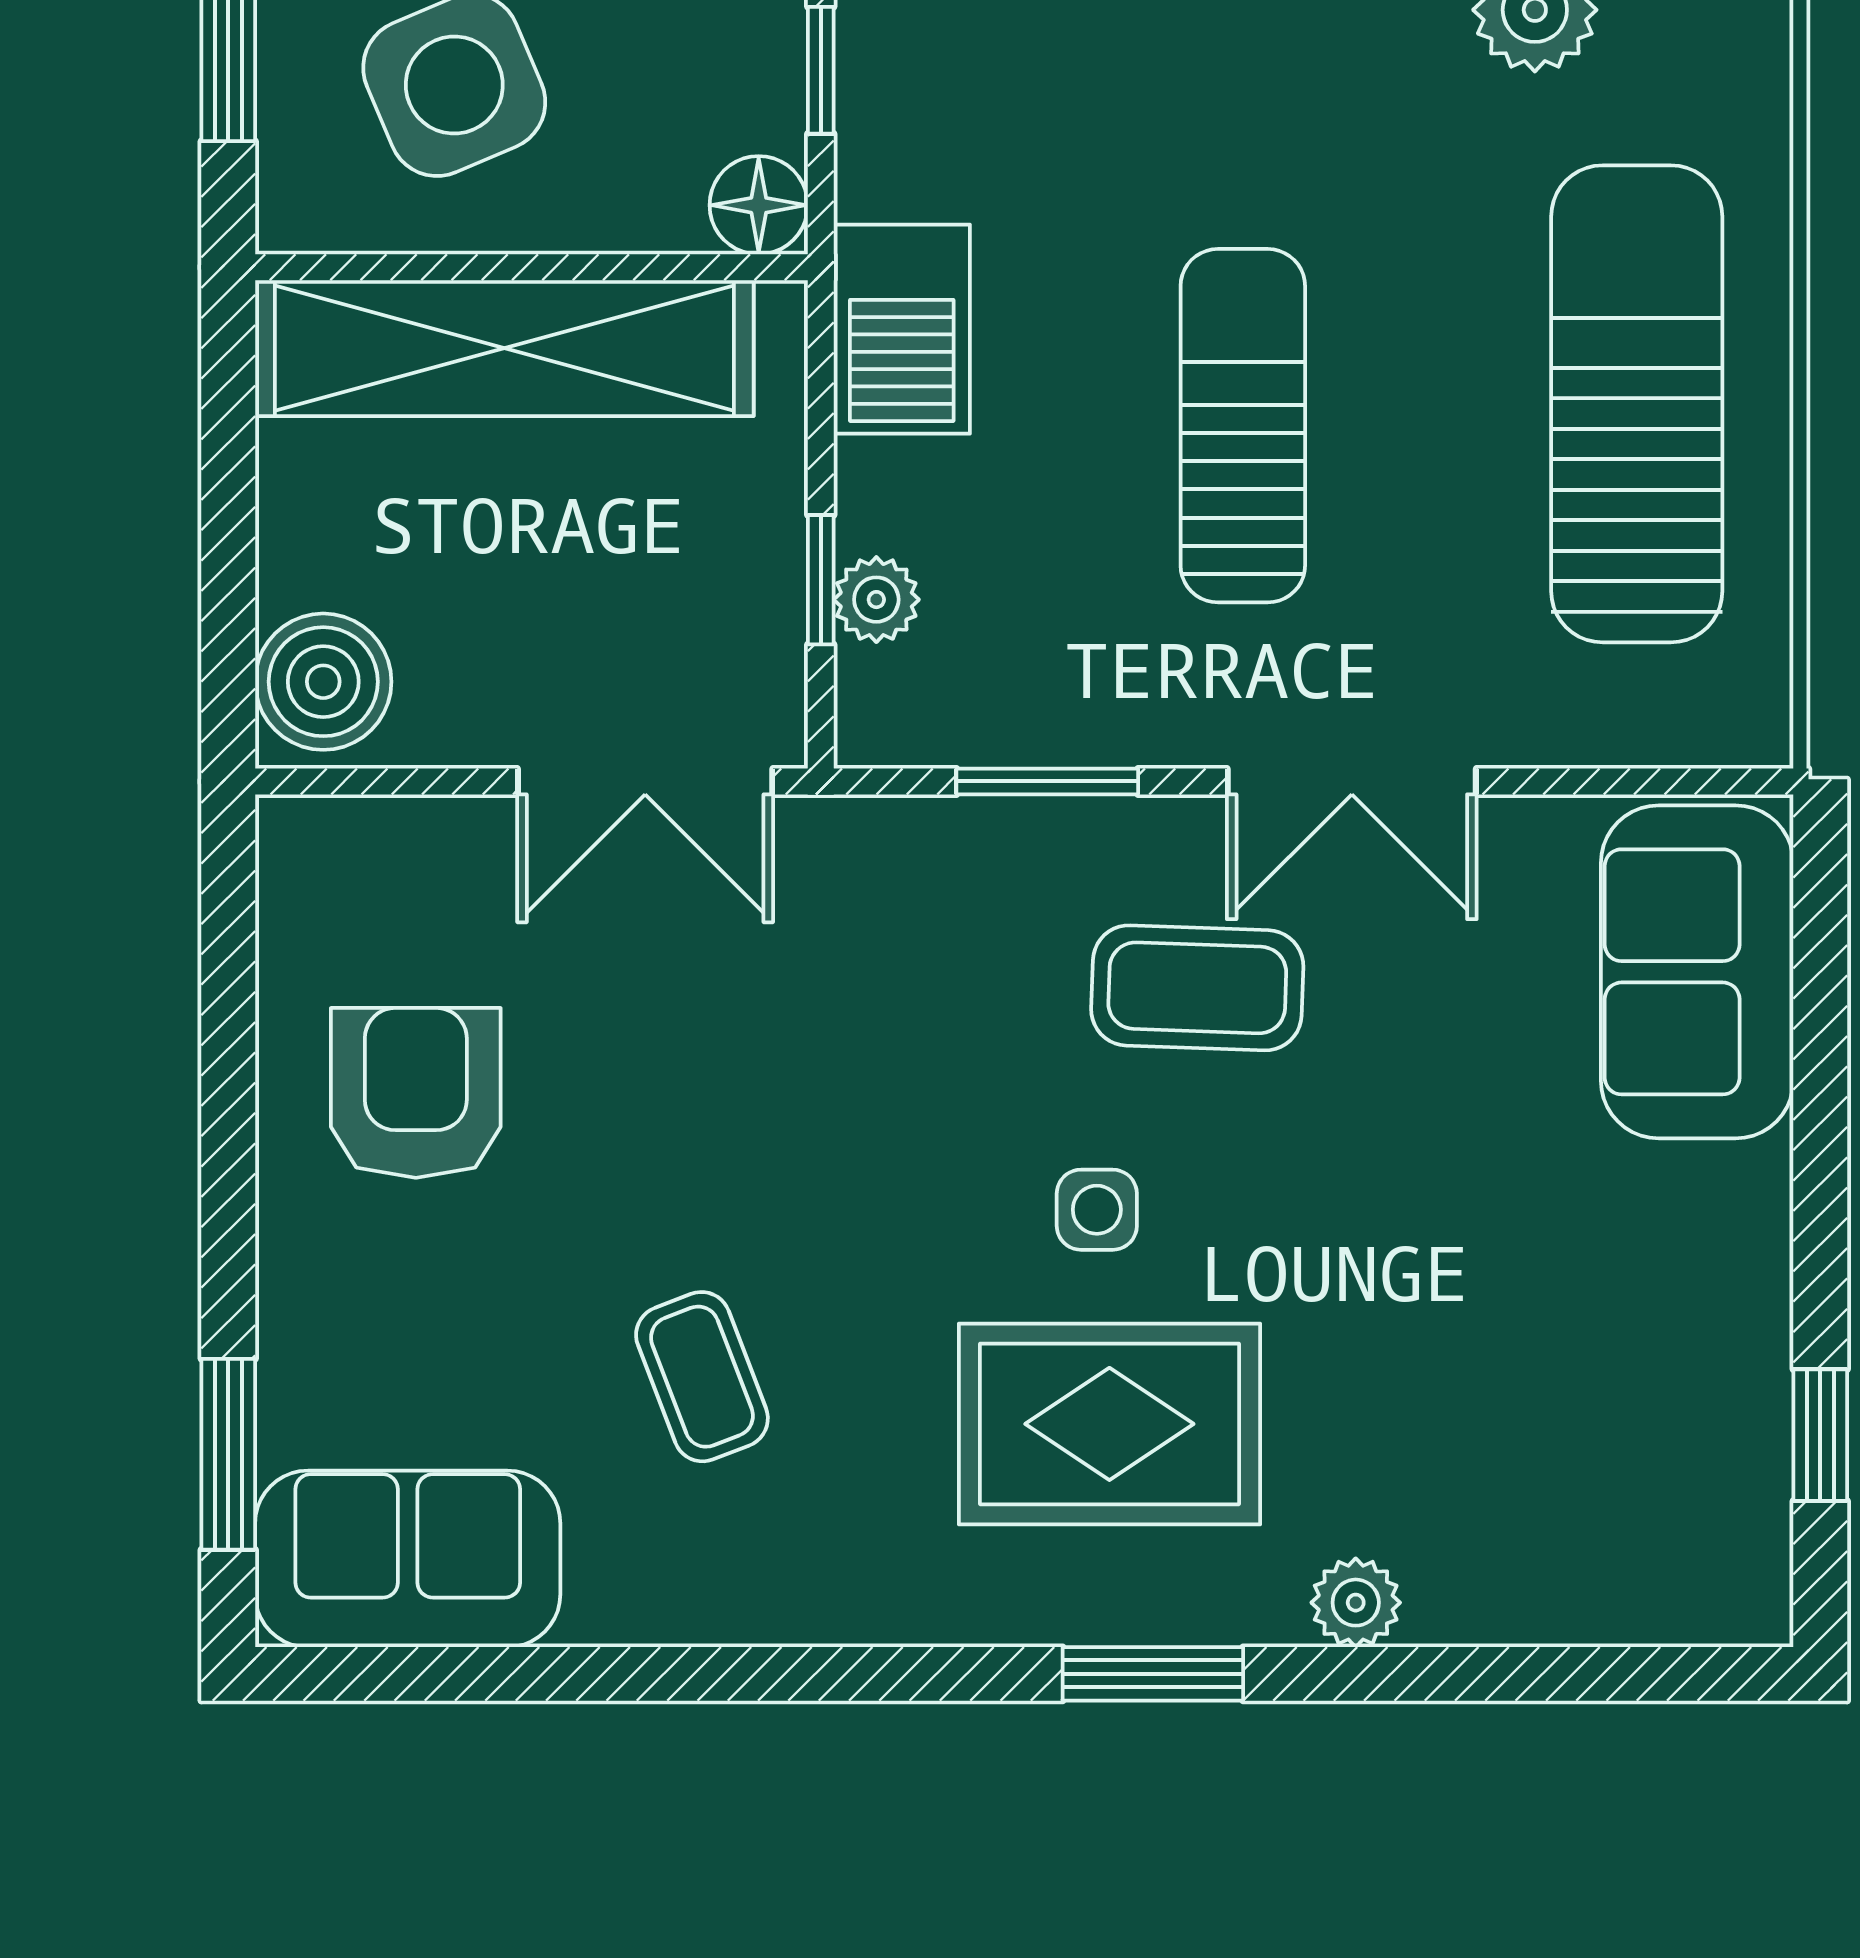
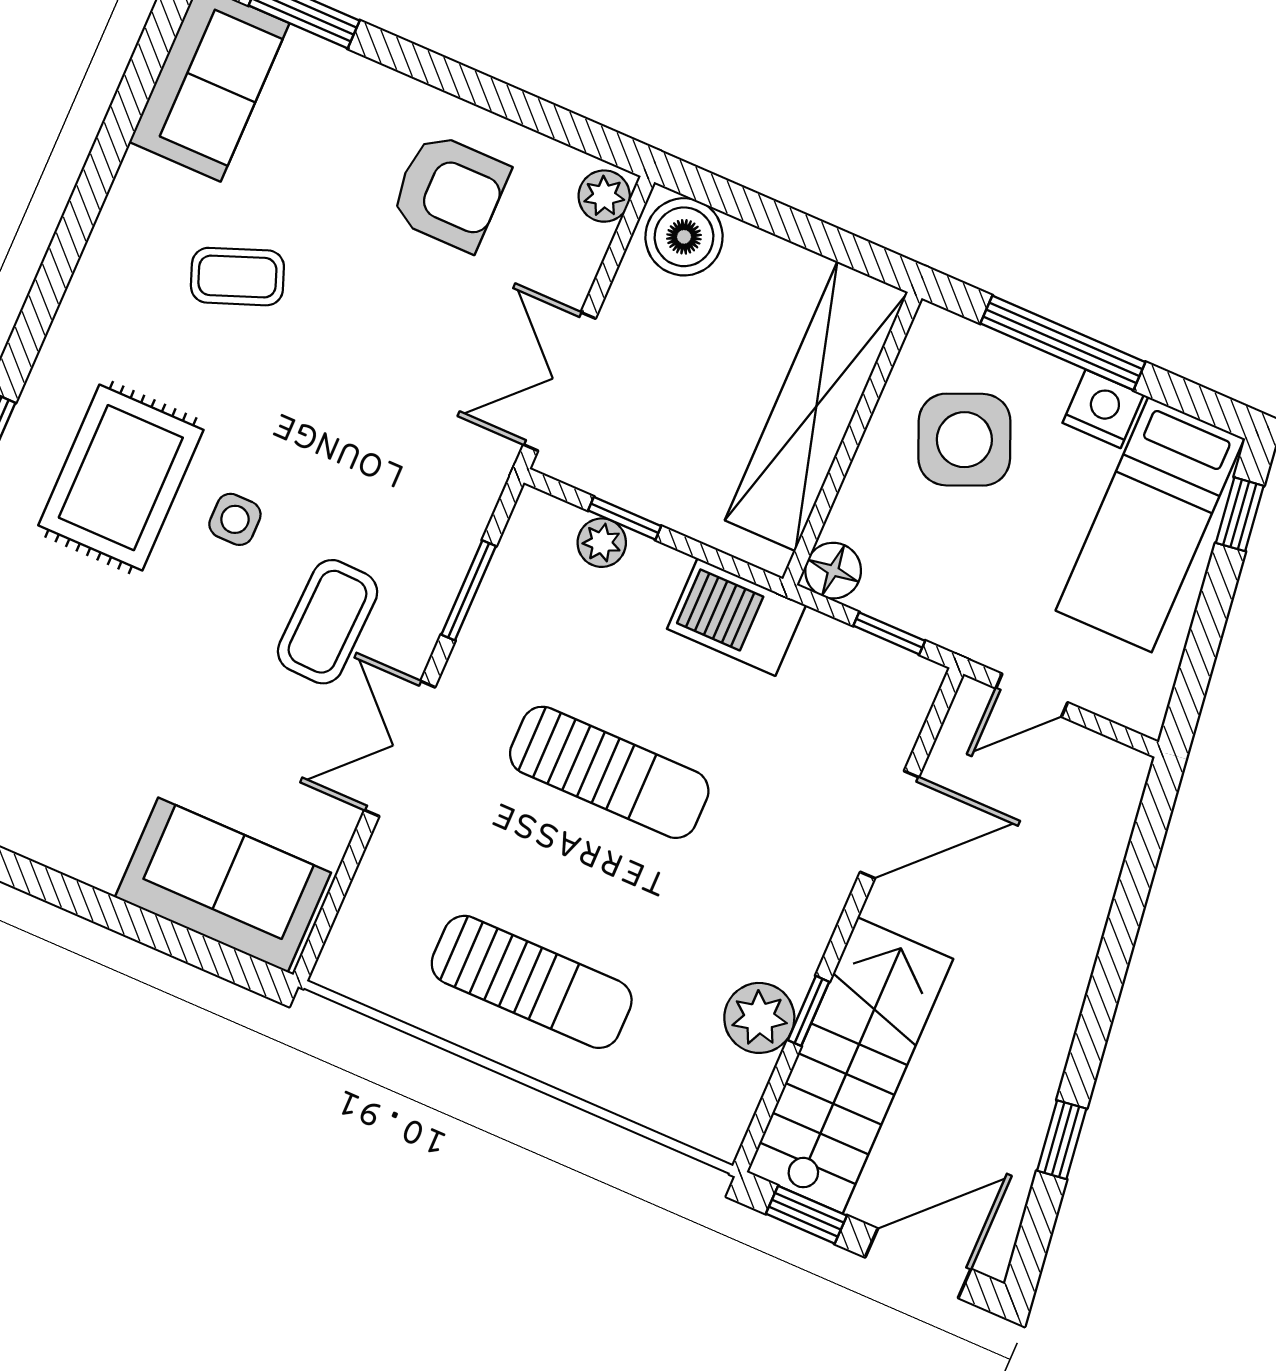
sun lounger: (1637, 404) -> (532, 982), width x0.73, depth x0.75
plant: (313, 840) -> (604, 196), added

